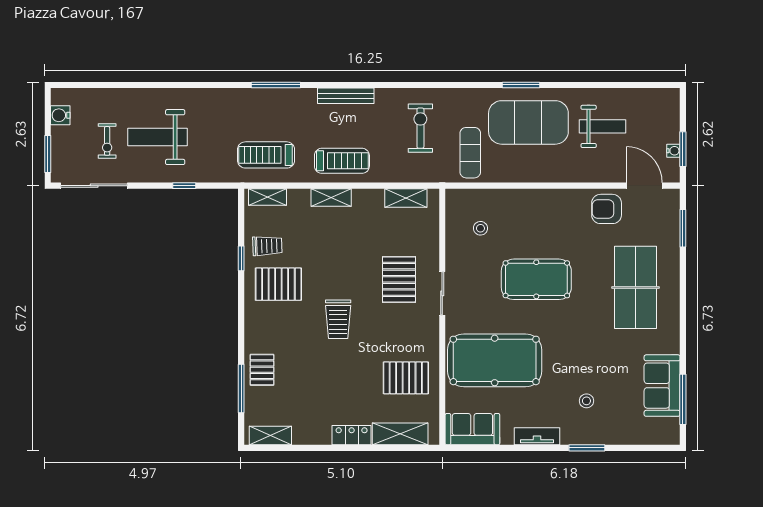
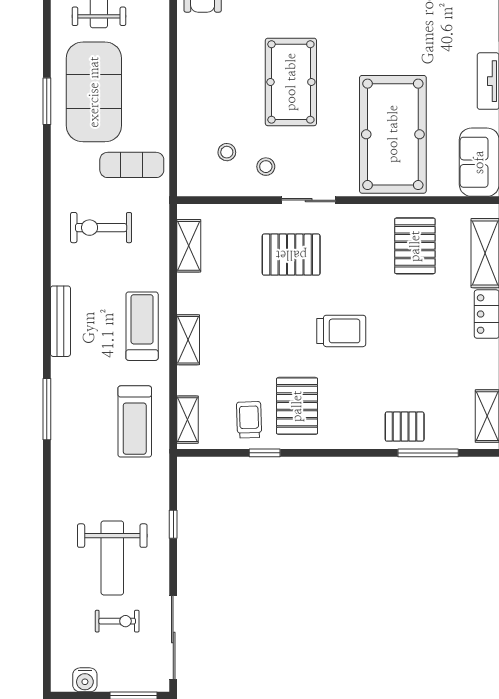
stool: (586, 401) -> (266, 167), moved

